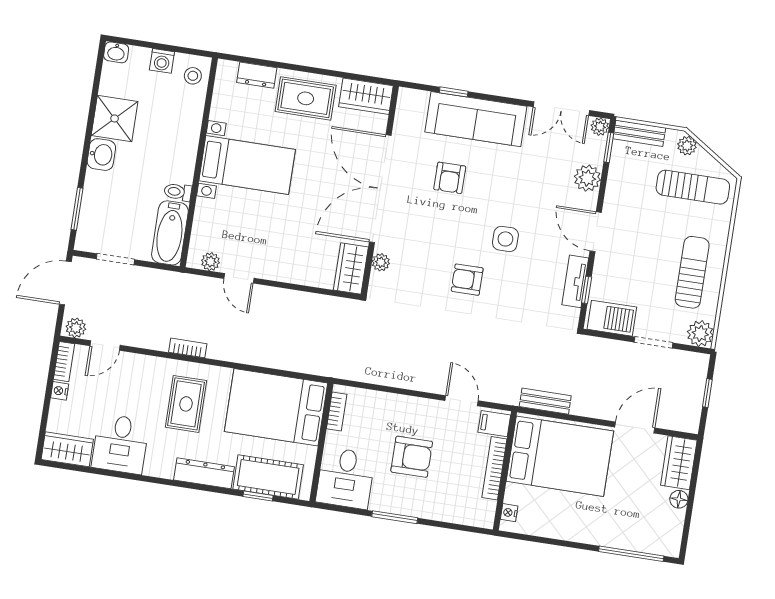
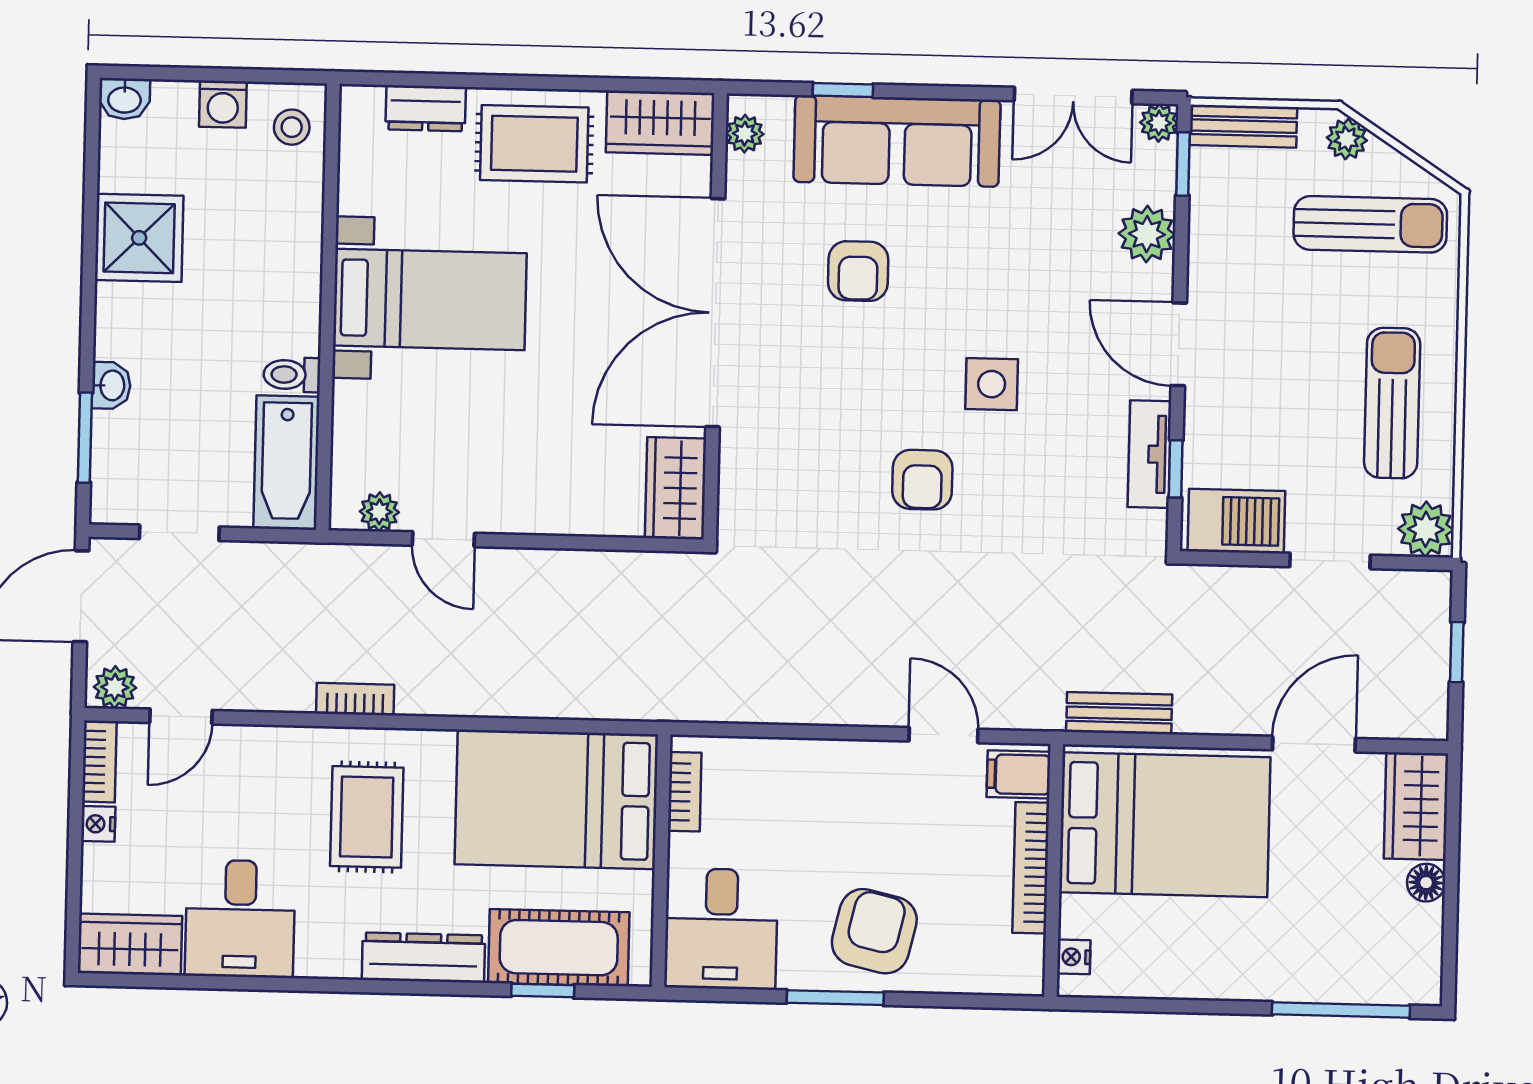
washbasin: (101, 155) -> (111, 385), moved, width x0.72, depth x0.69
plant: (381, 262) -> (745, 134), moved
armchair: (467, 280) -> (922, 480), turned -90
armchair: (412, 457) -> (874, 931), moved, turned -77

